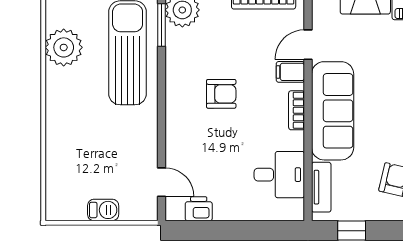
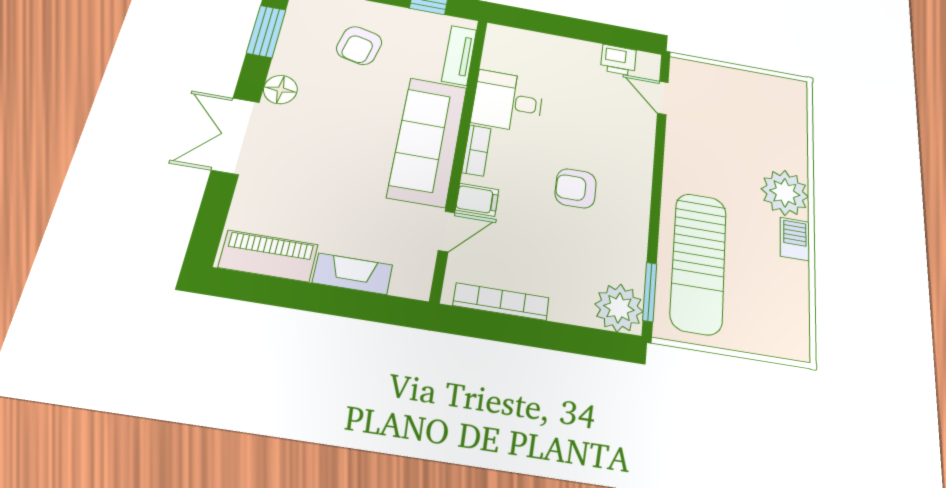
plant: (64, 47) -> (785, 193), moved
desk: (279, 175) -> (508, 101), moved
barbecue: (103, 210) -> (795, 239), moved, turned 90

